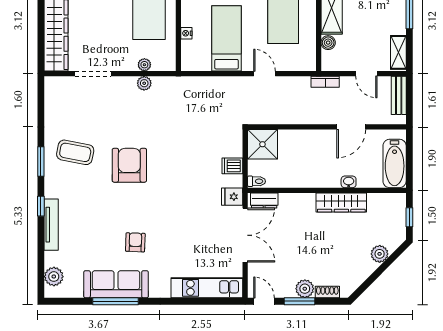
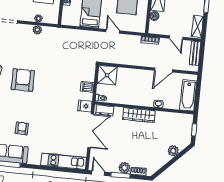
wardrobe: (341, 203) -> (139, 115), moved

